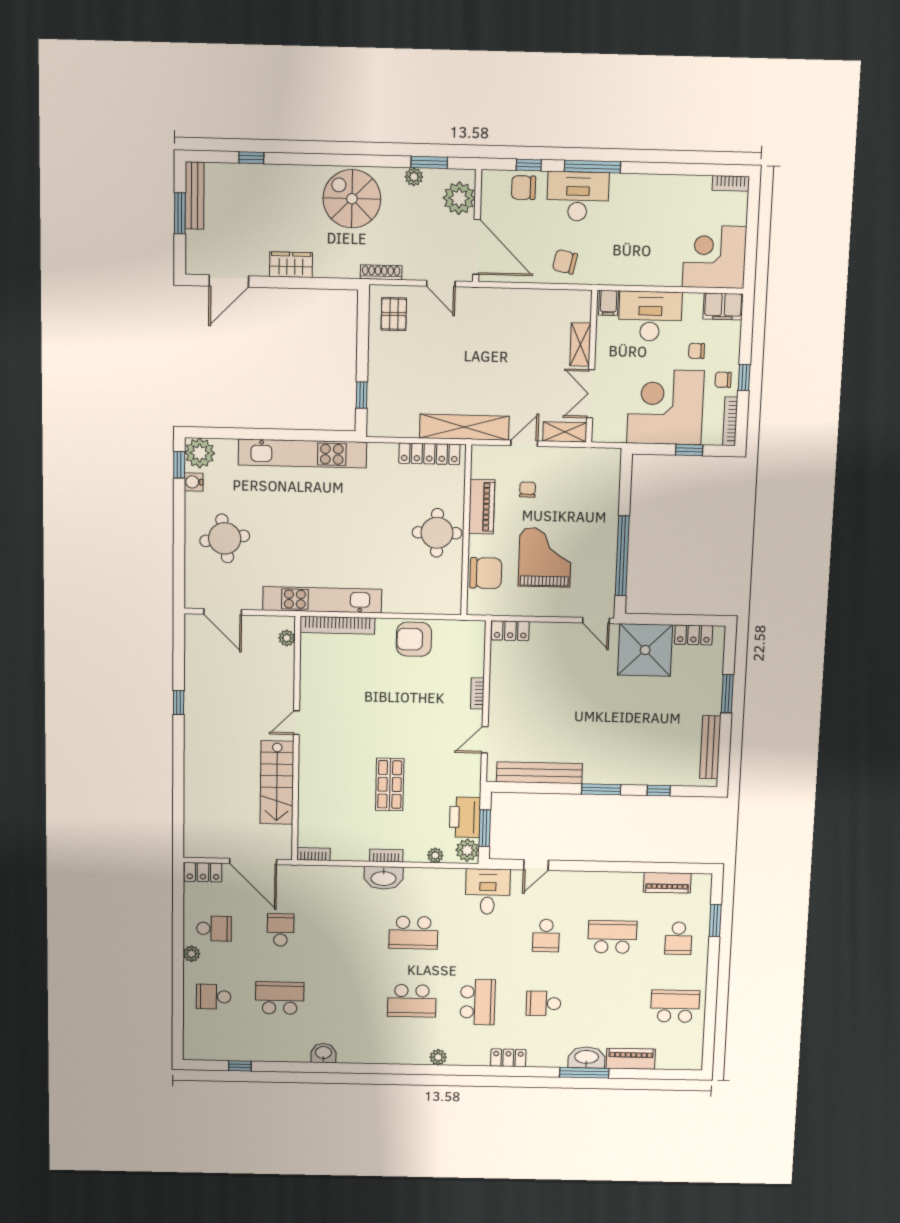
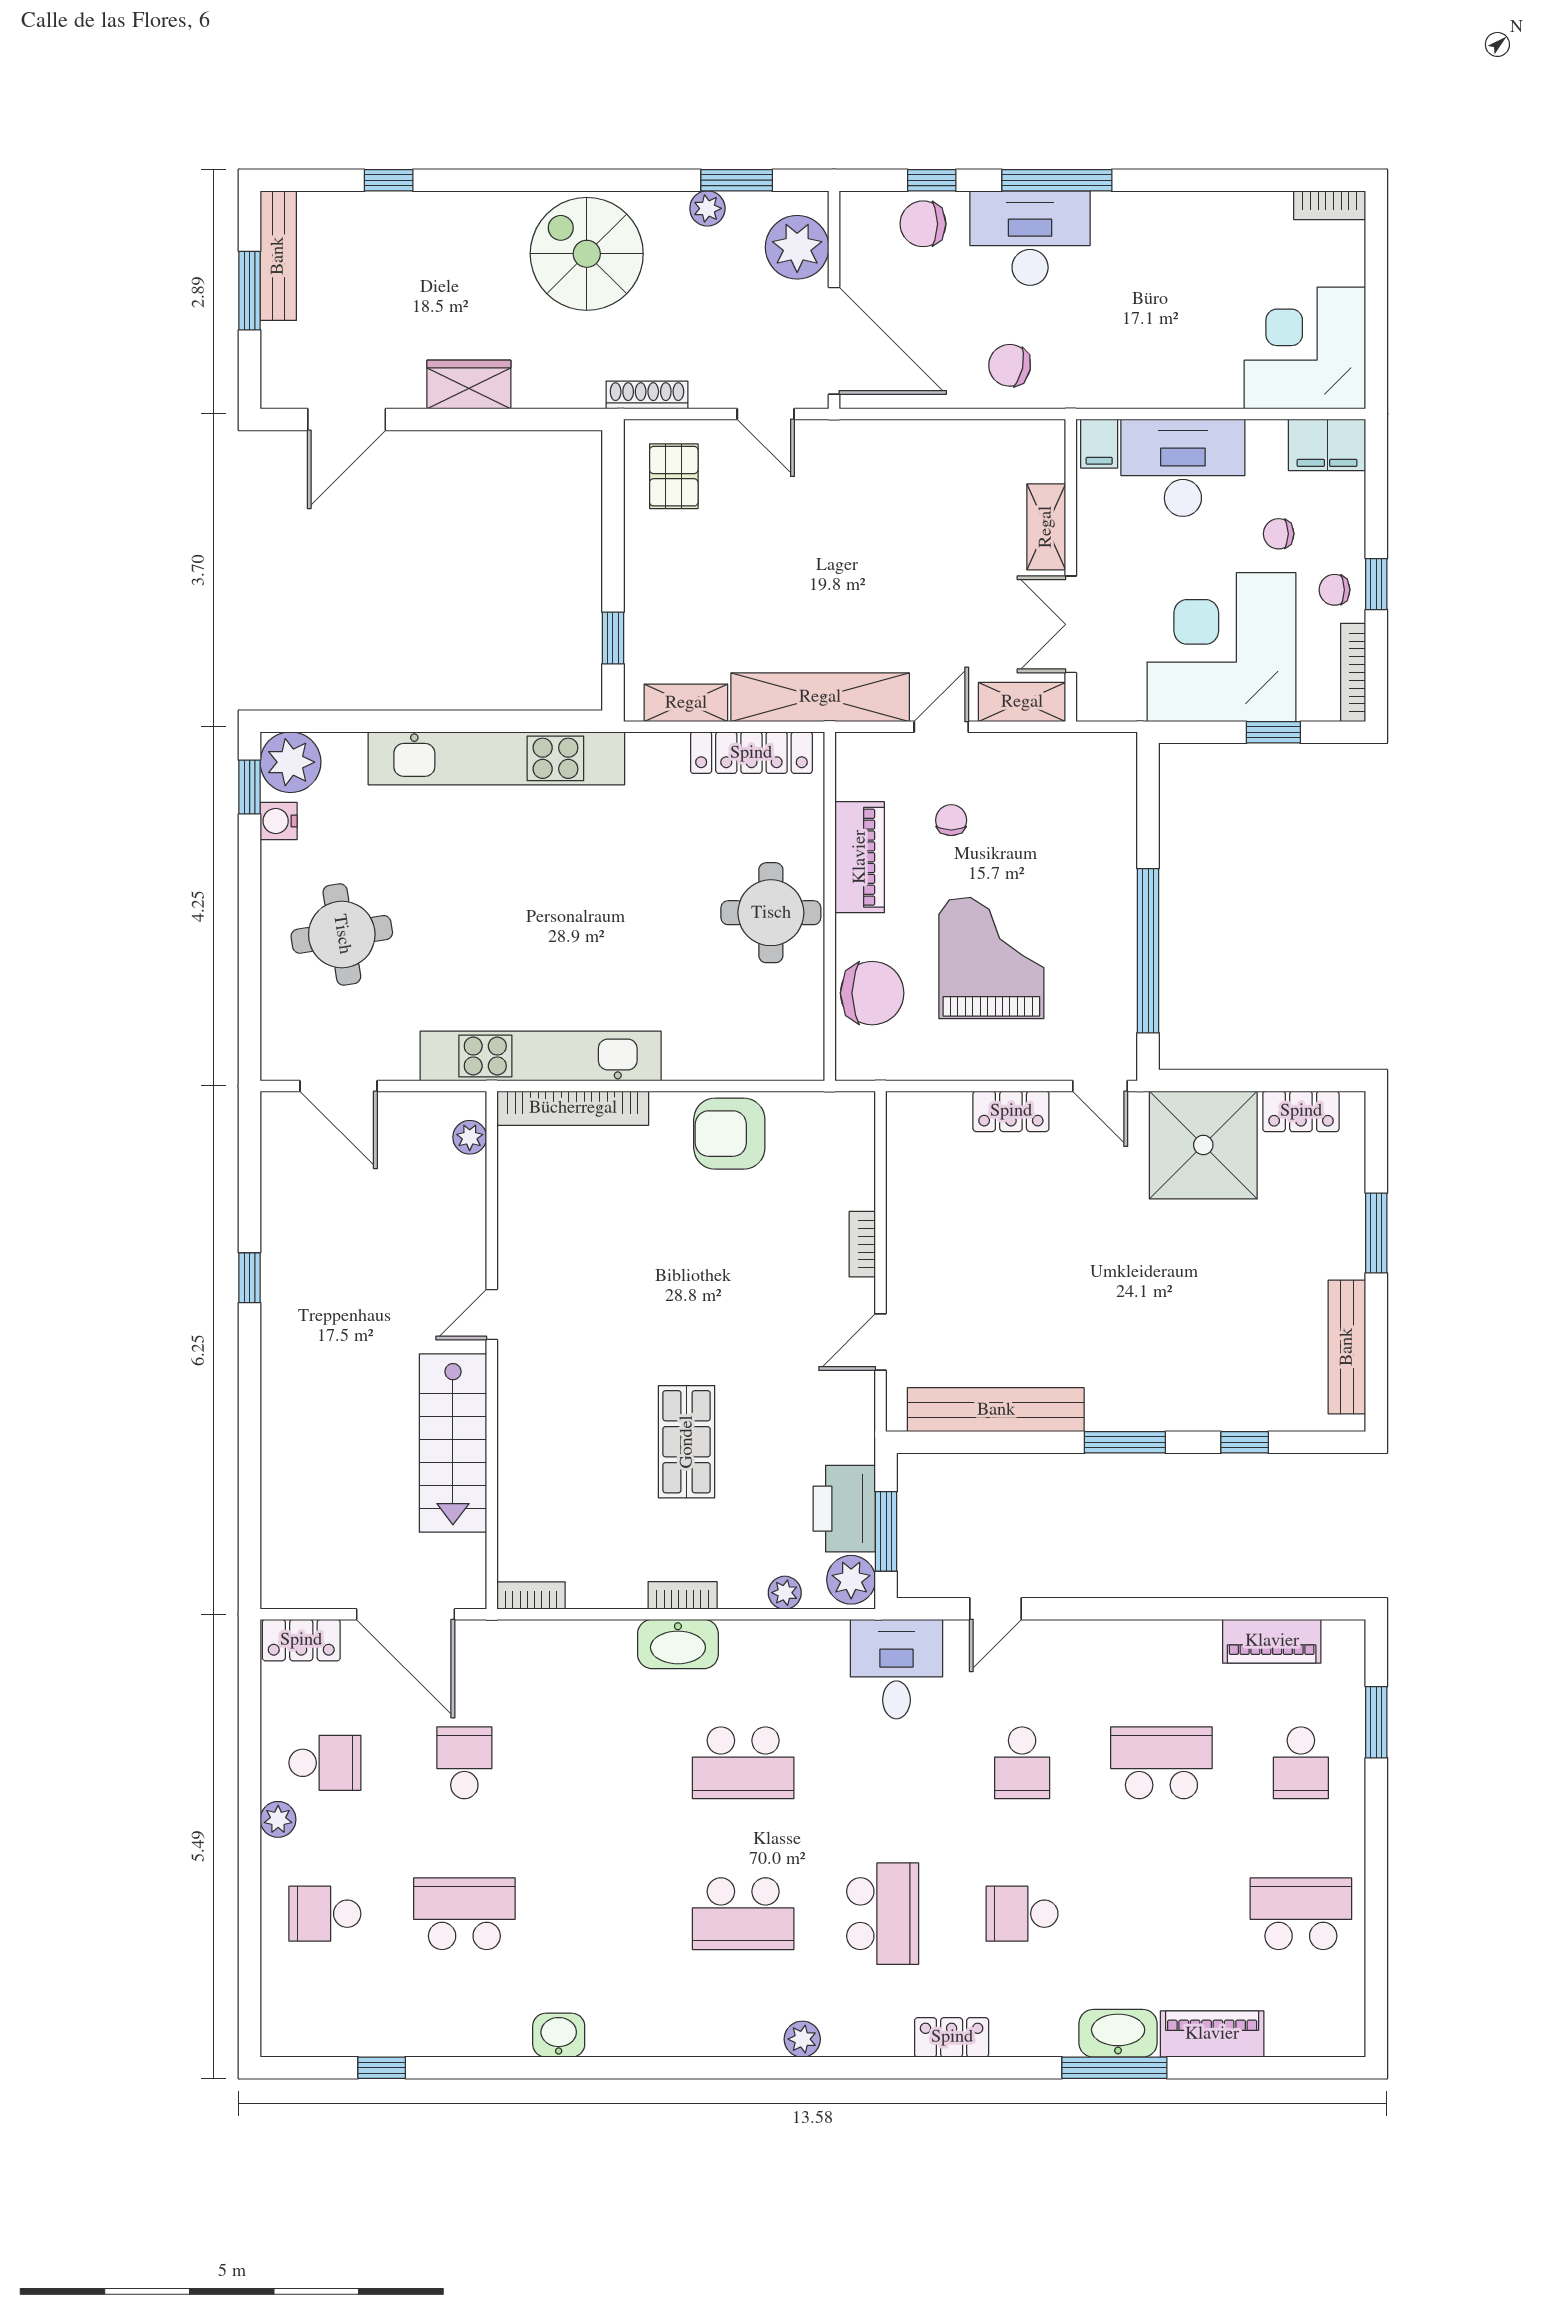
shelving: (397, 428) -> (686, 703), added
locker: (510, 631) -> (1011, 1111), moved

